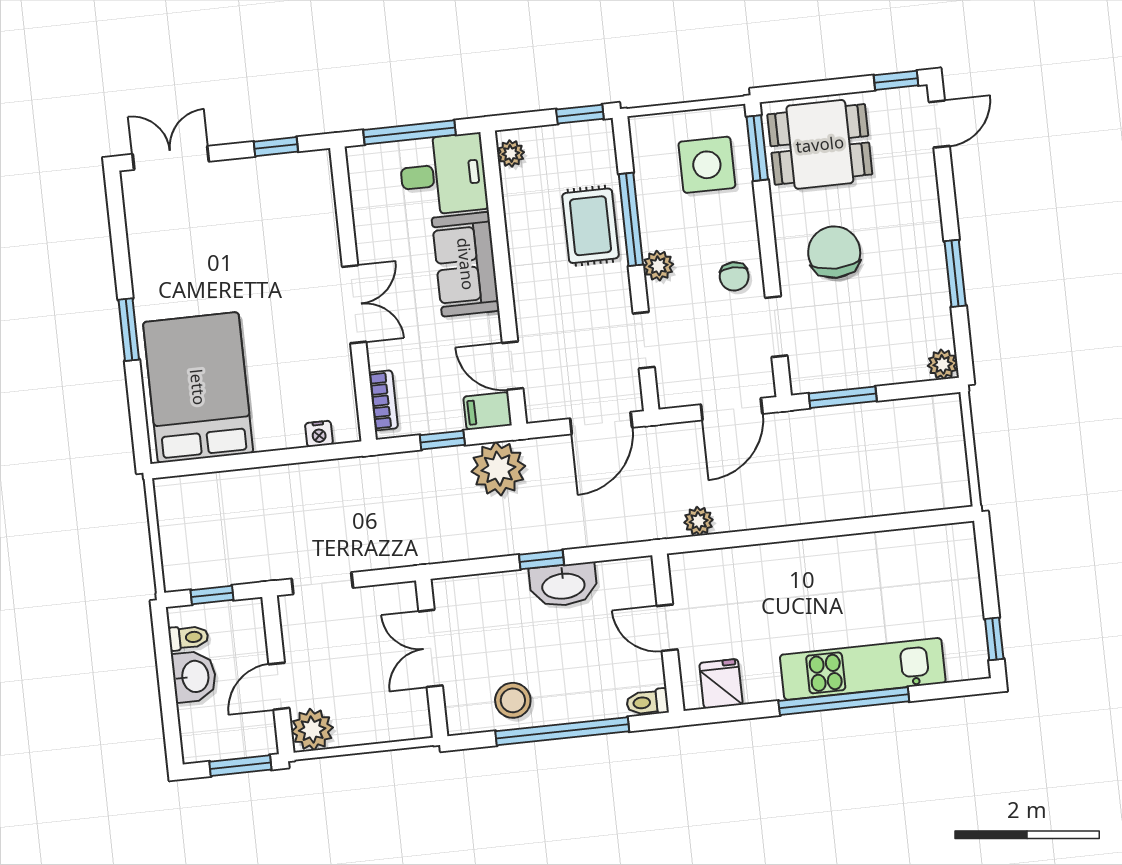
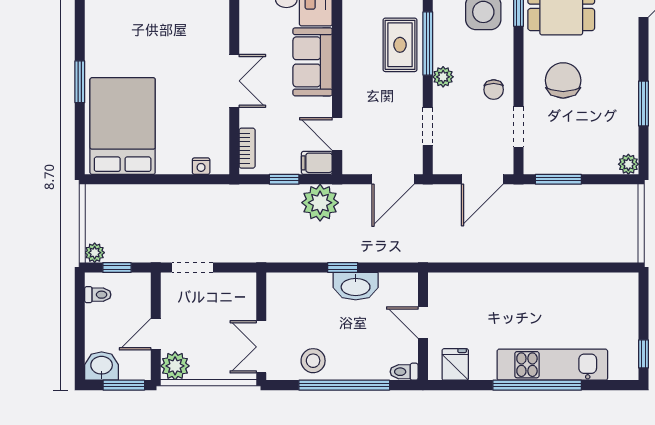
plant: (699, 521) -> (95, 253), moved
double door: (431, 648) -> (261, 347), moved
washbasin: (194, 677) -> (102, 366), moved, turned -90

